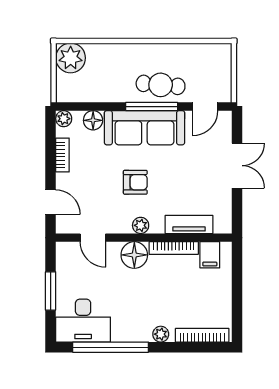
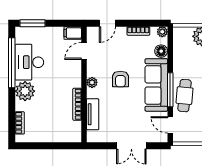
floor lamp: (134, 255) -> (73, 78), removed
filing cabinet: (210, 255) -> (73, 33), moved
window: (51, 291) -> (33, 23), moved
desk: (83, 321) -> (29, 62), moved
plant: (161, 334) -> (25, 91), width x1.88, depth x1.88
bookcase: (202, 335) -> (20, 123), width x0.64

